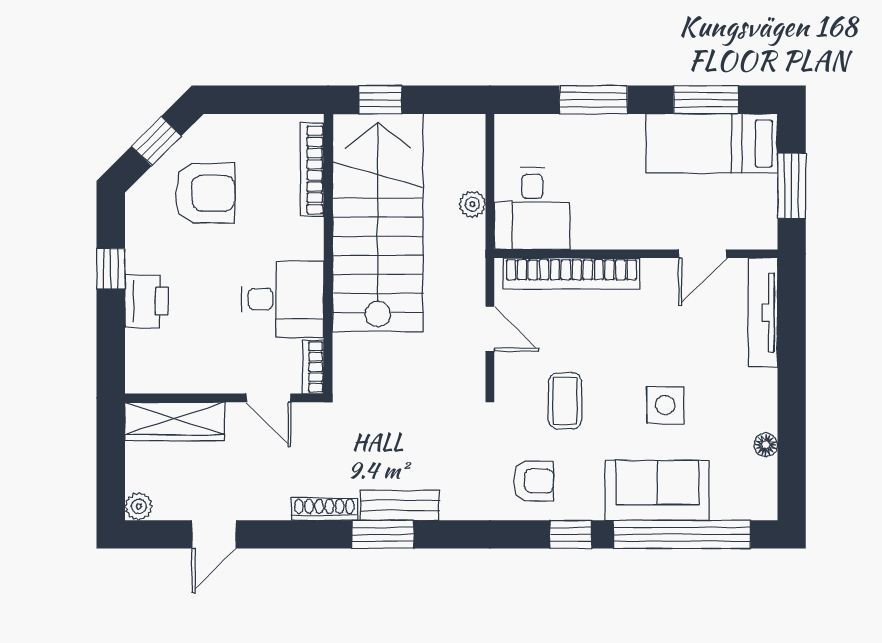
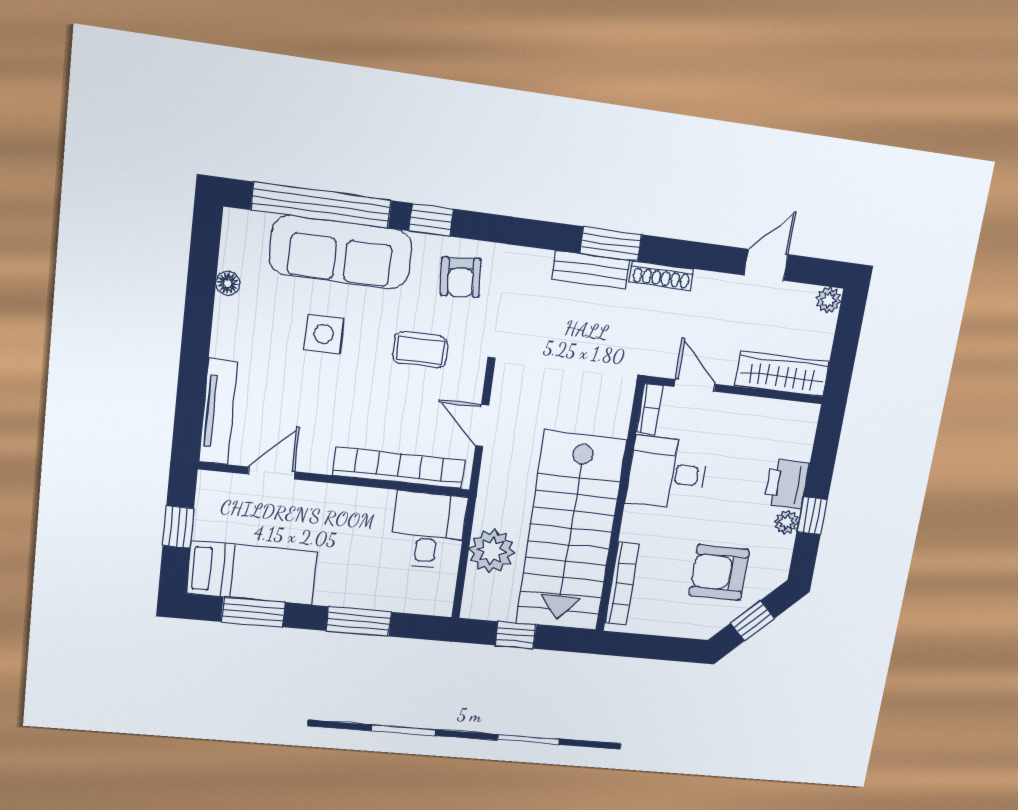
window: (380, 100) -> (516, 635), moved
window: (792, 186) -> (178, 527), width x0.67
plant: (472, 204) -> (492, 551), width x1.87, depth x1.87
plant: (139, 258) -> (787, 522), added
coffee table: (565, 401) -> (420, 350), turned 90
armchair: (533, 481) -> (461, 277), turned -95
sofa: (657, 490) -> (341, 252), width x1.36

